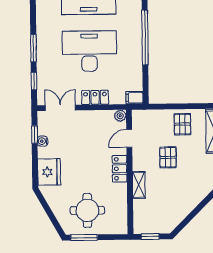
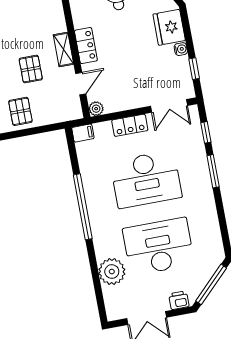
water cooler: (43, 141) -> (181, 49), moved
shelving: (139, 185) -> (63, 49), moved

